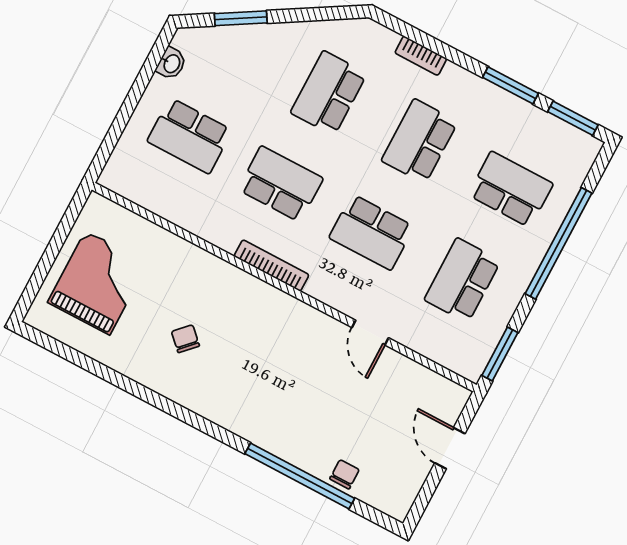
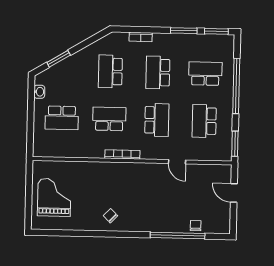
school desk: (372, 232) -> (157, 120), turned -90
chair: (185, 339) -> (110, 216), moved

